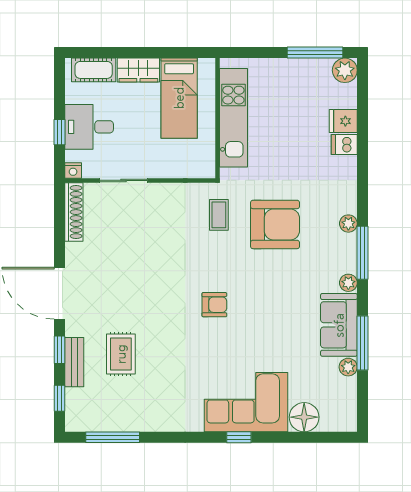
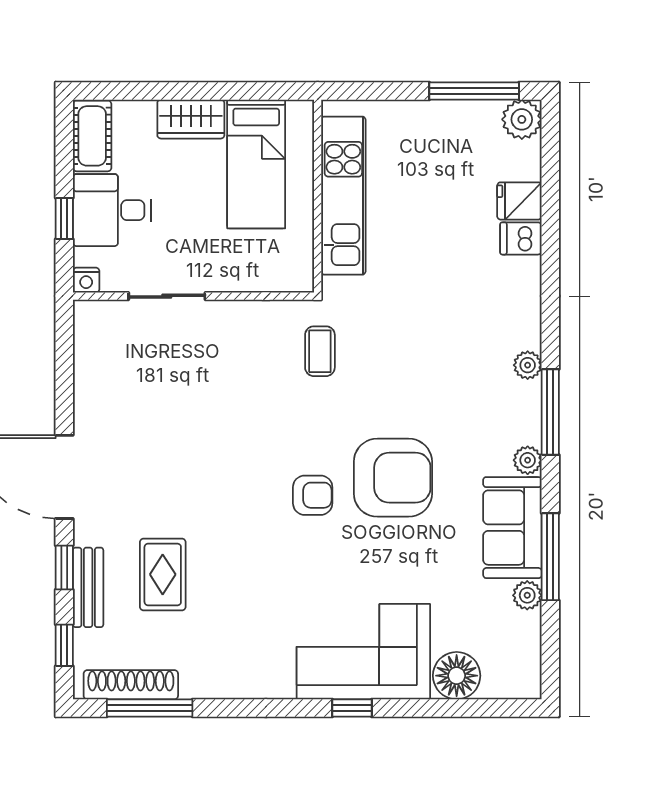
cot: (94, 70) -> (92, 136), moved, turned 90
shoe rack: (74, 212) -> (131, 685), moved, turned -90
armchair: (275, 224) -> (393, 478), moved

